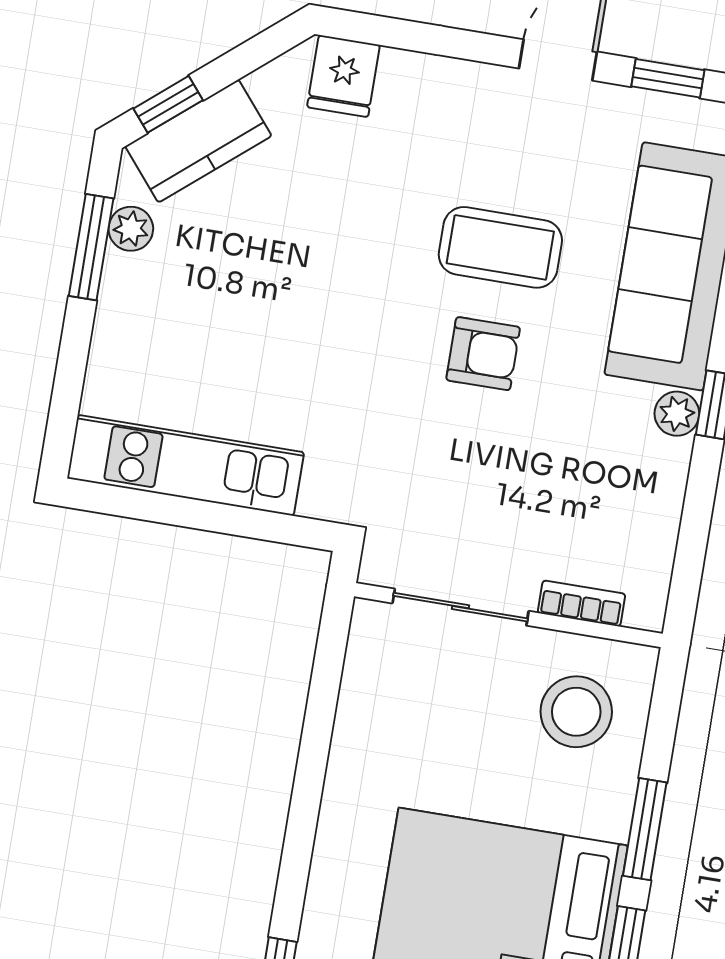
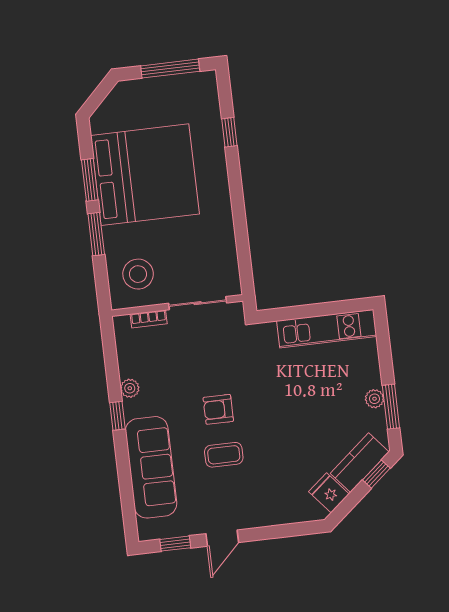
fridge: (343, 76) -> (329, 493), moved, turned -40
plant: (131, 229) -> (375, 399), moved
coffee table: (500, 247) -> (224, 455), width x0.73, depth x0.77
plant: (677, 414) -> (130, 388), moved

